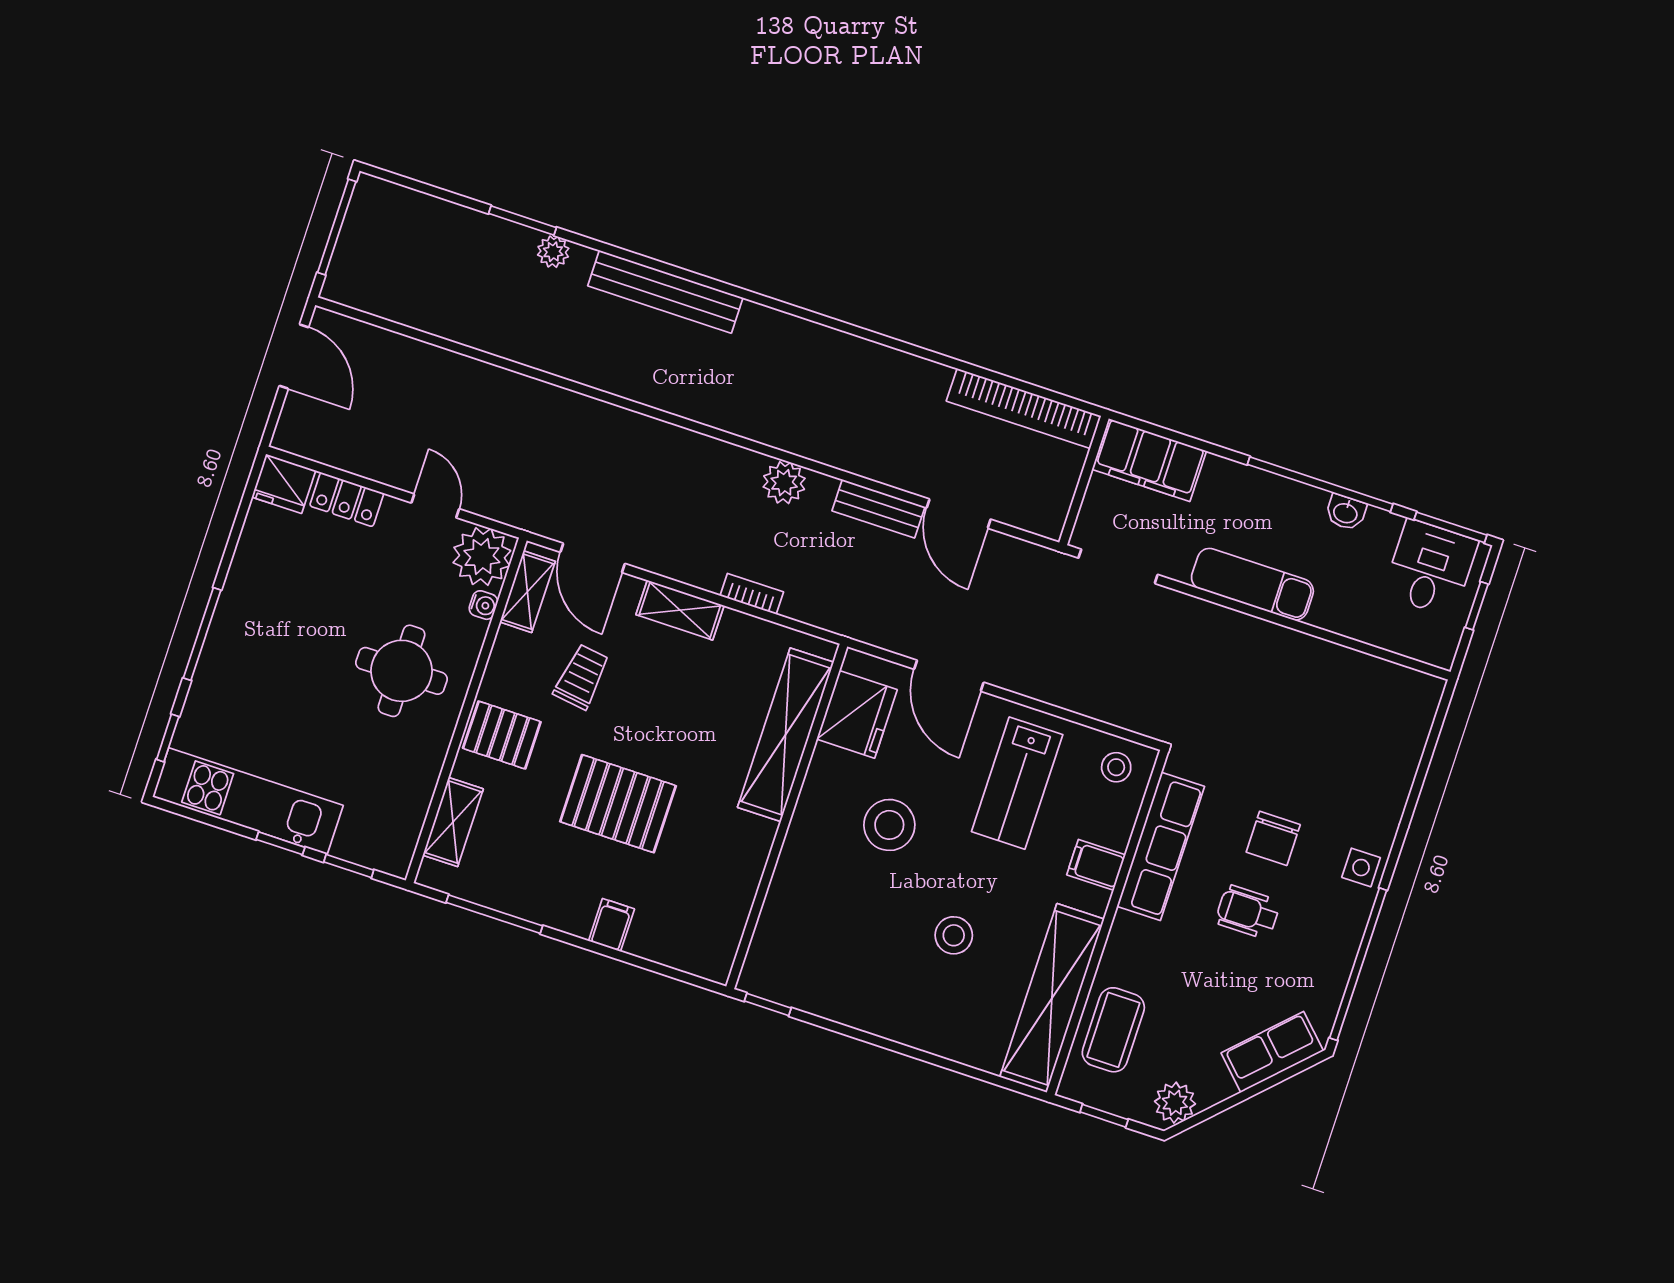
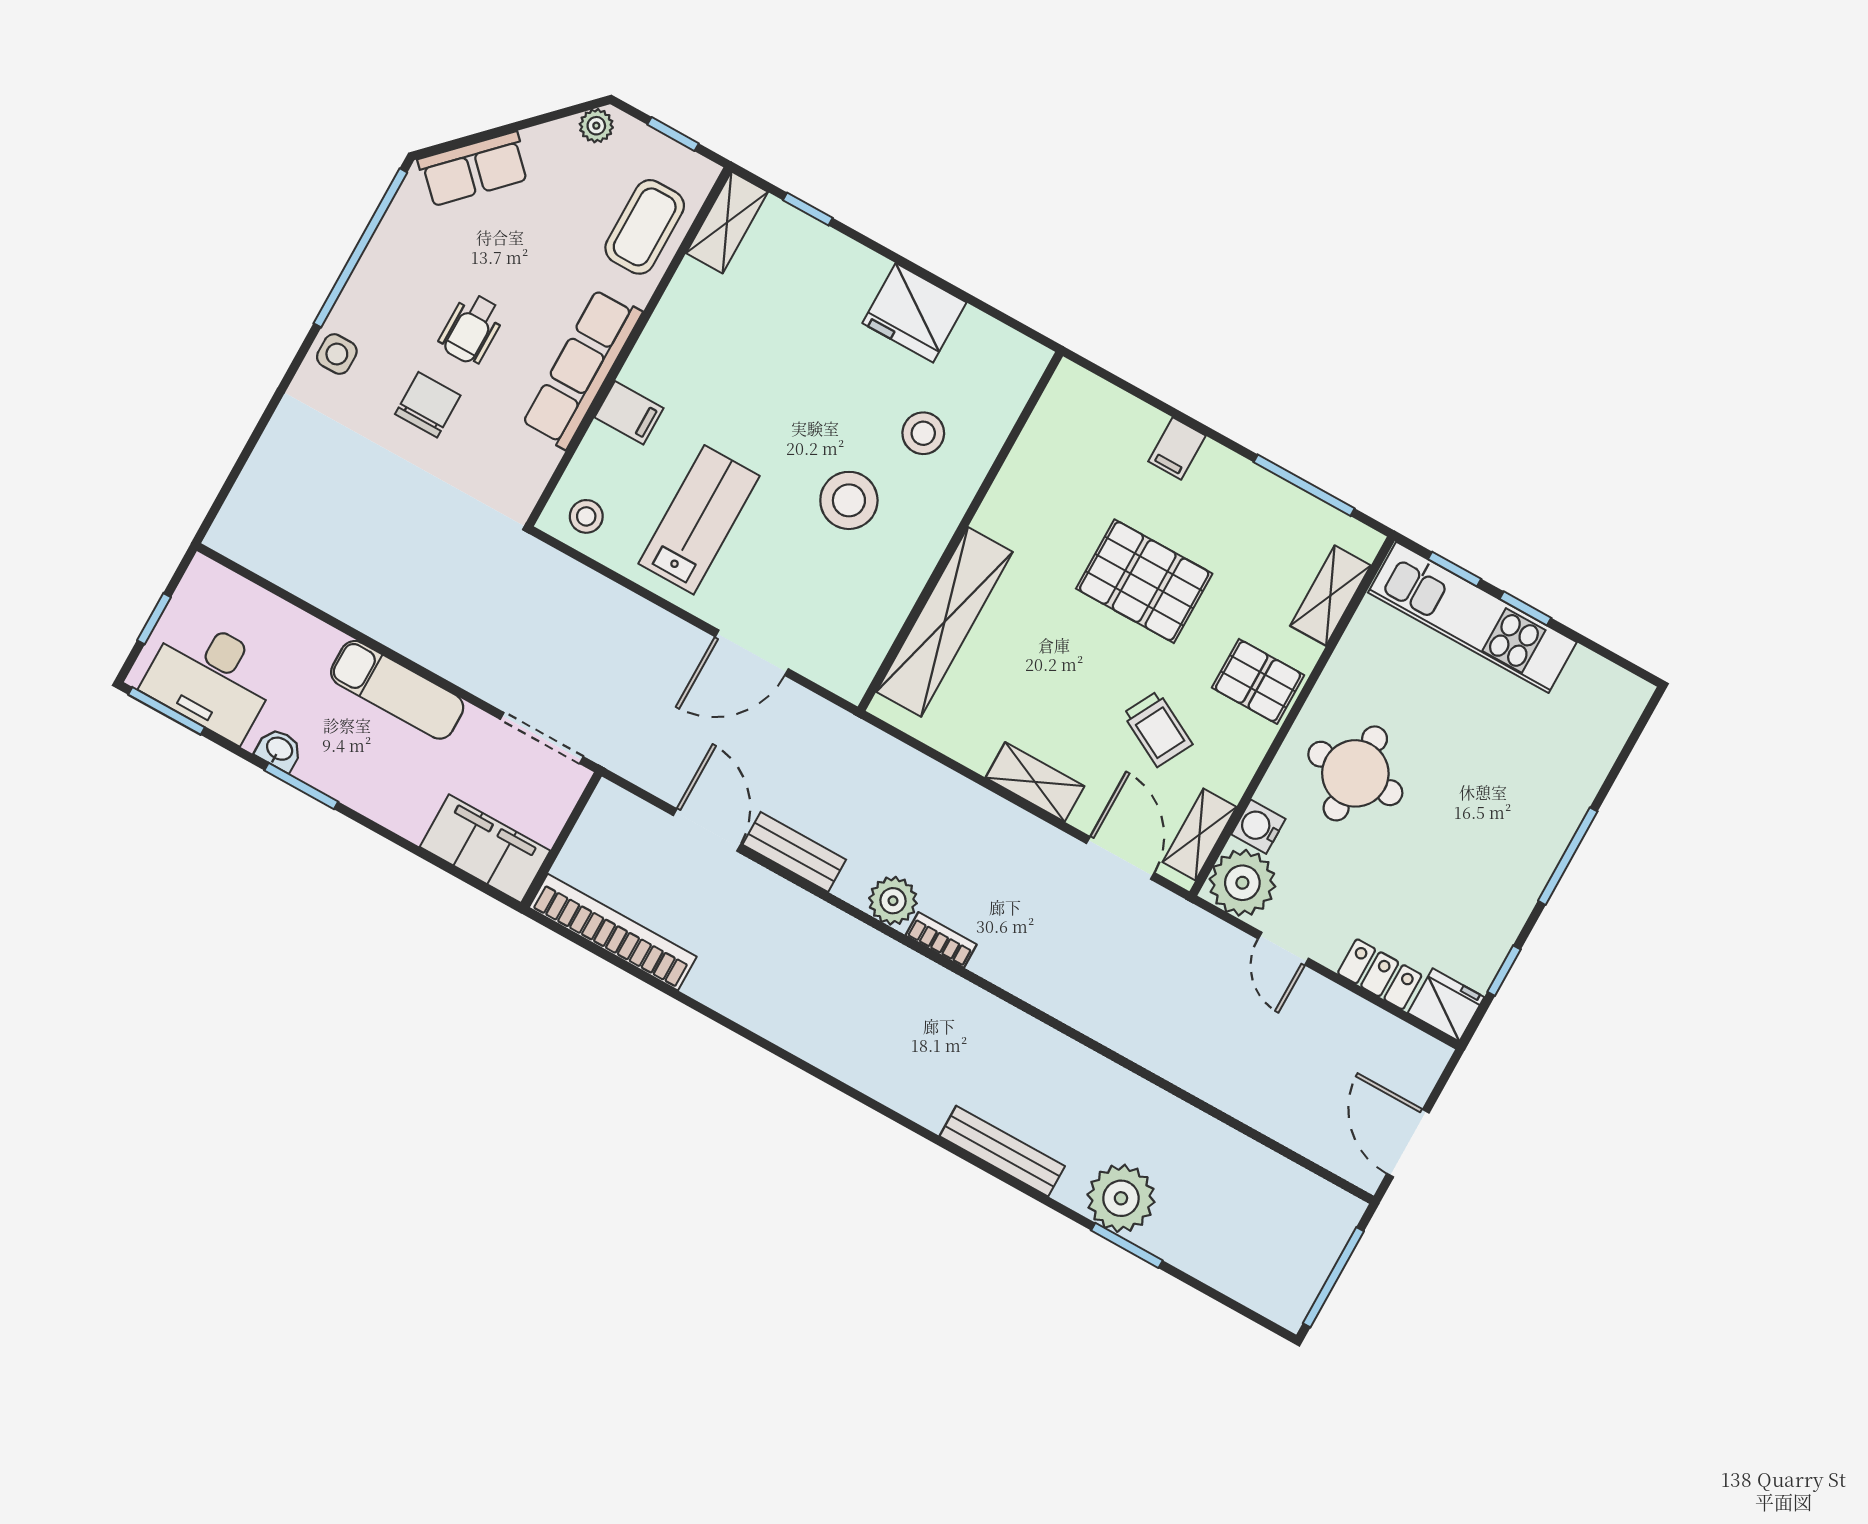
plant: (553, 252) -> (1121, 1198), width x1.88, depth x1.88
bench: (665, 292) -> (1002, 1151), width x0.73, depth x0.82
window: (1320, 484) -> (301, 786), width x0.47
desk: (1430, 568) -> (211, 678), width x1.37
bookcase: (752, 594) -> (941, 940), moved, turned 180
water cooler: (483, 605) -> (1258, 827), width x1.38, depth x1.38
door: (949, 676) -> (752, 653), swing flipped
trolley: (582, 677) -> (1158, 729), turned -70
fridge: (857, 714) -> (914, 313), moved, turned -90
window: (168, 738) -> (1504, 971), moved
kitchen unit: (248, 801) -> (1472, 617), moved
row of seats: (1161, 846) -> (582, 369), moved
wheelchair: (1248, 912) -> (472, 329), turned 90
stool: (954, 935) -> (923, 433), moved
shelving: (1052, 998) -> (727, 223), width x0.45, depth x0.75
window: (768, 1004) -> (808, 209), moved
plant: (1175, 1103) -> (596, 126), width x0.73, depth x0.73

